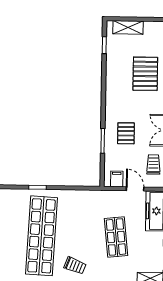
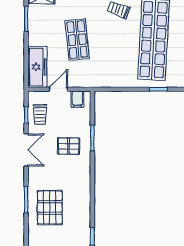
pallet: (126, 133) -> (69, 146), turned 90
door: (135, 189) -> (58, 89), swing flipped

